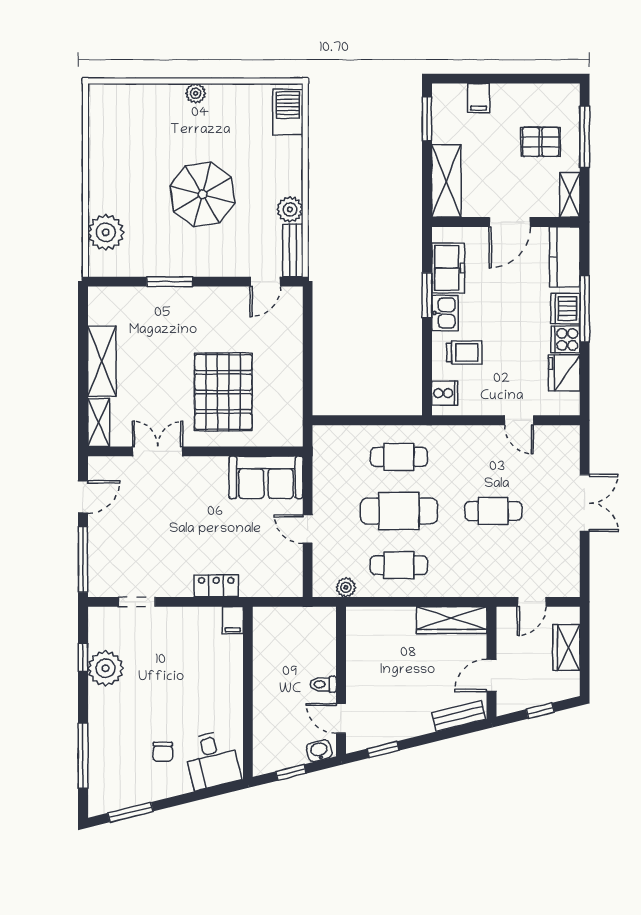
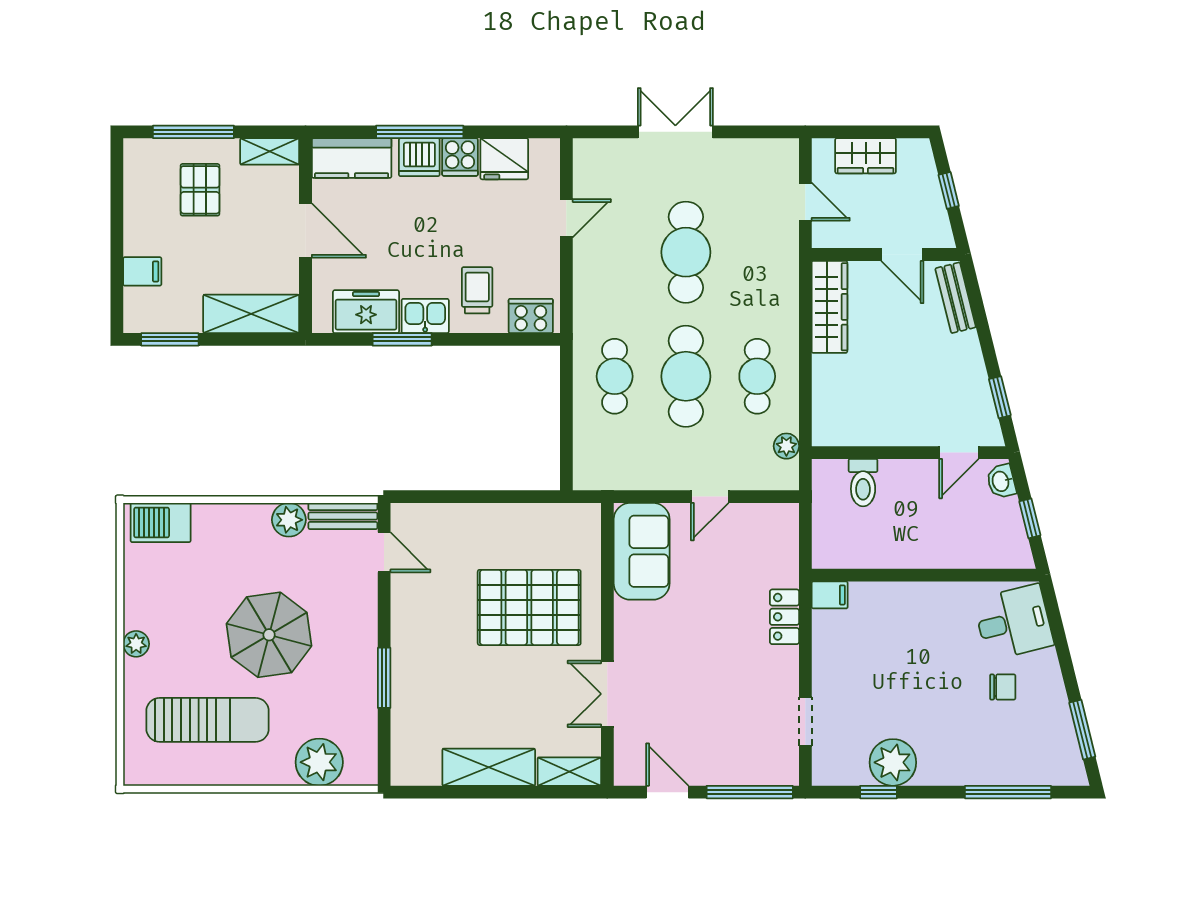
sun lounger: (138, 148) -> (208, 720), added
cooker: (445, 393) -> (531, 316), width x1.36
cafe table: (493, 511) -> (686, 252), width x1.37, depth x1.35
toilet: (323, 684) -> (863, 483), moved, width x1.37, depth x1.39

